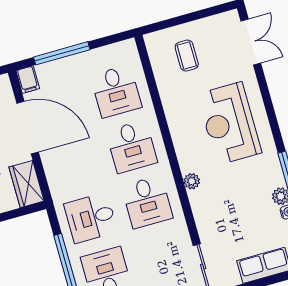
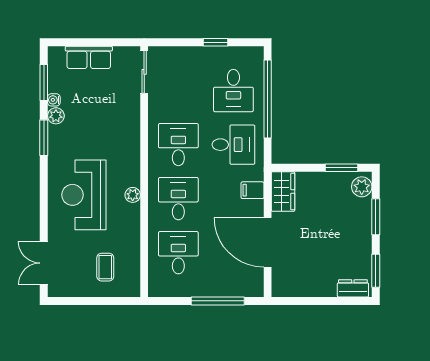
filing cabinet: (28, 80) -> (253, 190), moved, turned -90
reception desk: (229, 123) -> (84, 195), turned 180
plant: (192, 181) -> (133, 195), moved

